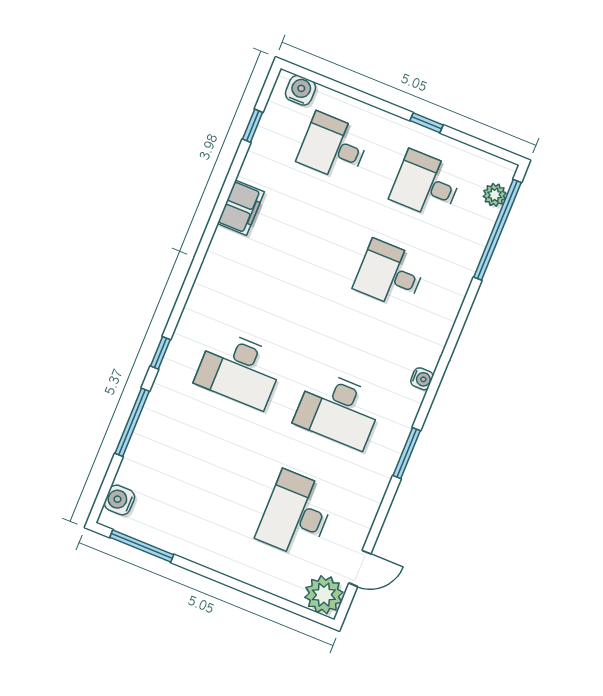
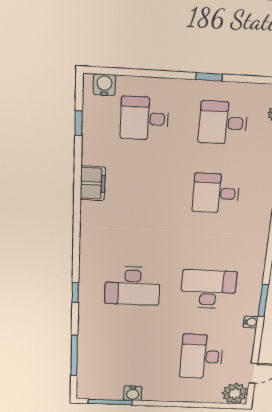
water cooler: (422, 379) -> (251, 322), moved
desk: (338, 410) -> (208, 289), turned 180
window: (132, 422) -> (74, 356), moved
water cooler: (119, 500) -> (133, 393), moved, turned -90

